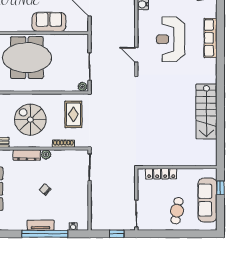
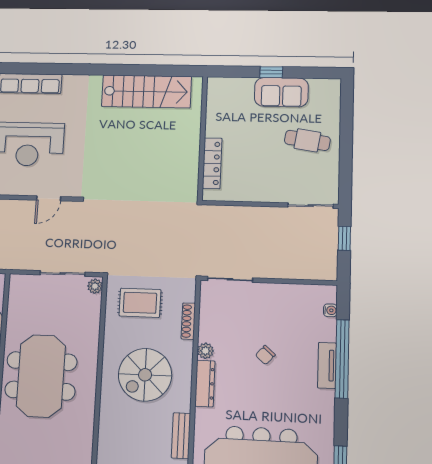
wall: (177, 167) -> (203, 138), moved
locker: (161, 174) -> (212, 163), moved
sofa: (207, 200) -> (281, 92), width x0.73

